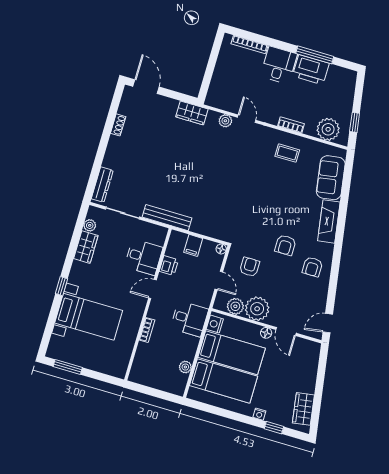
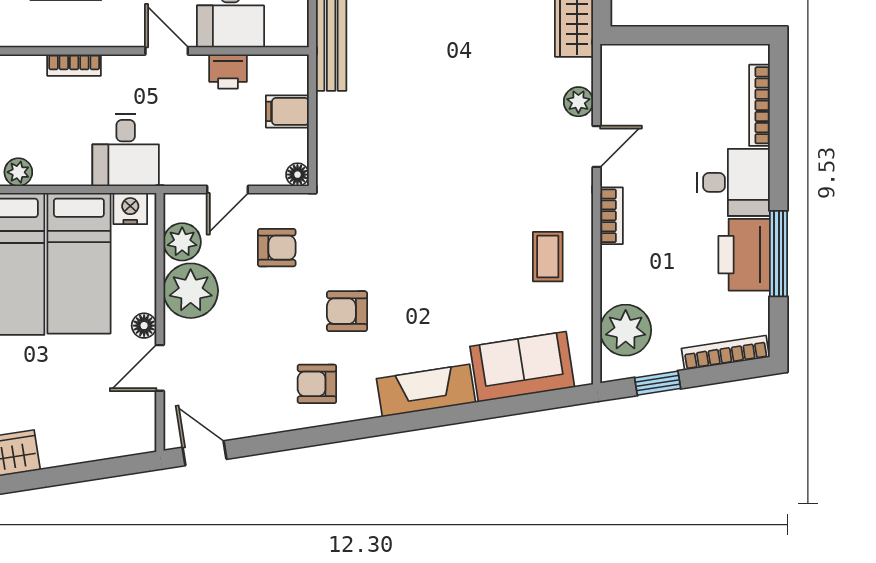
bookcase: (350, 90) -> (725, 353), added
bookcase: (291, 125) -> (611, 216), moved

